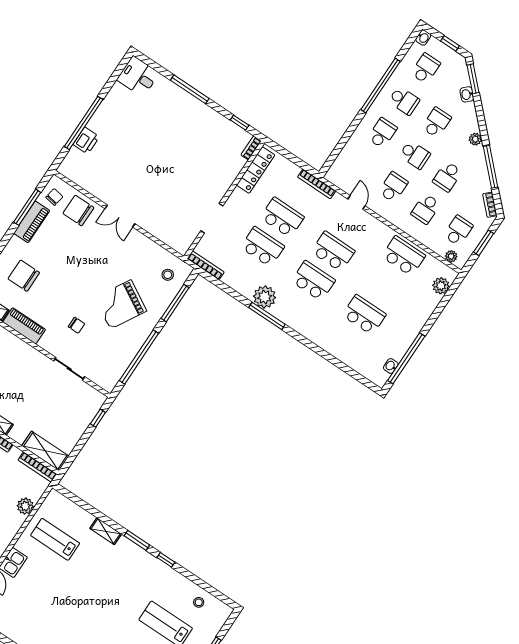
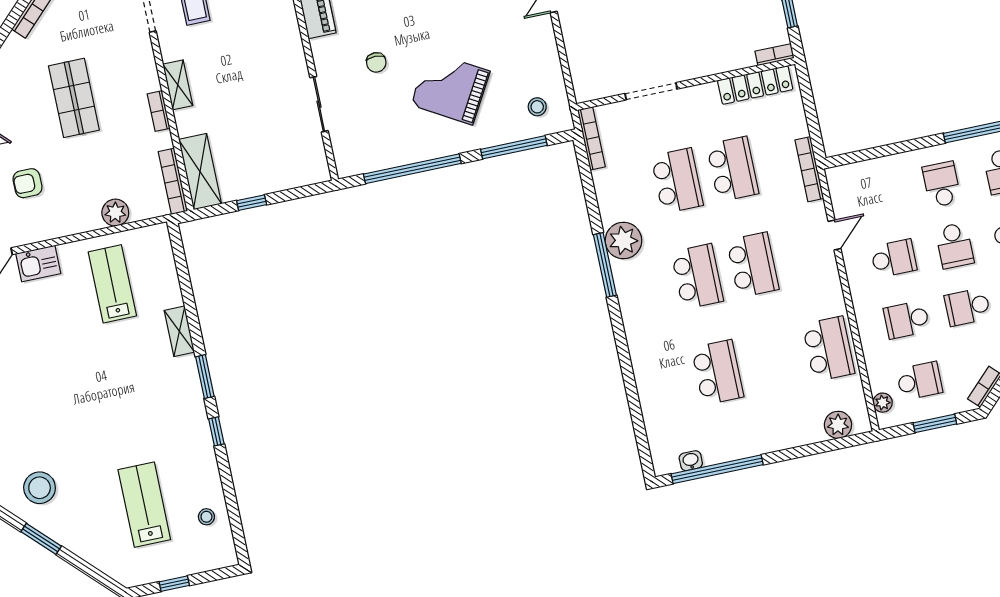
school desk: (382, 133) -> (942, 184), turned -90
window: (98, 418) -> (252, 203), moved

